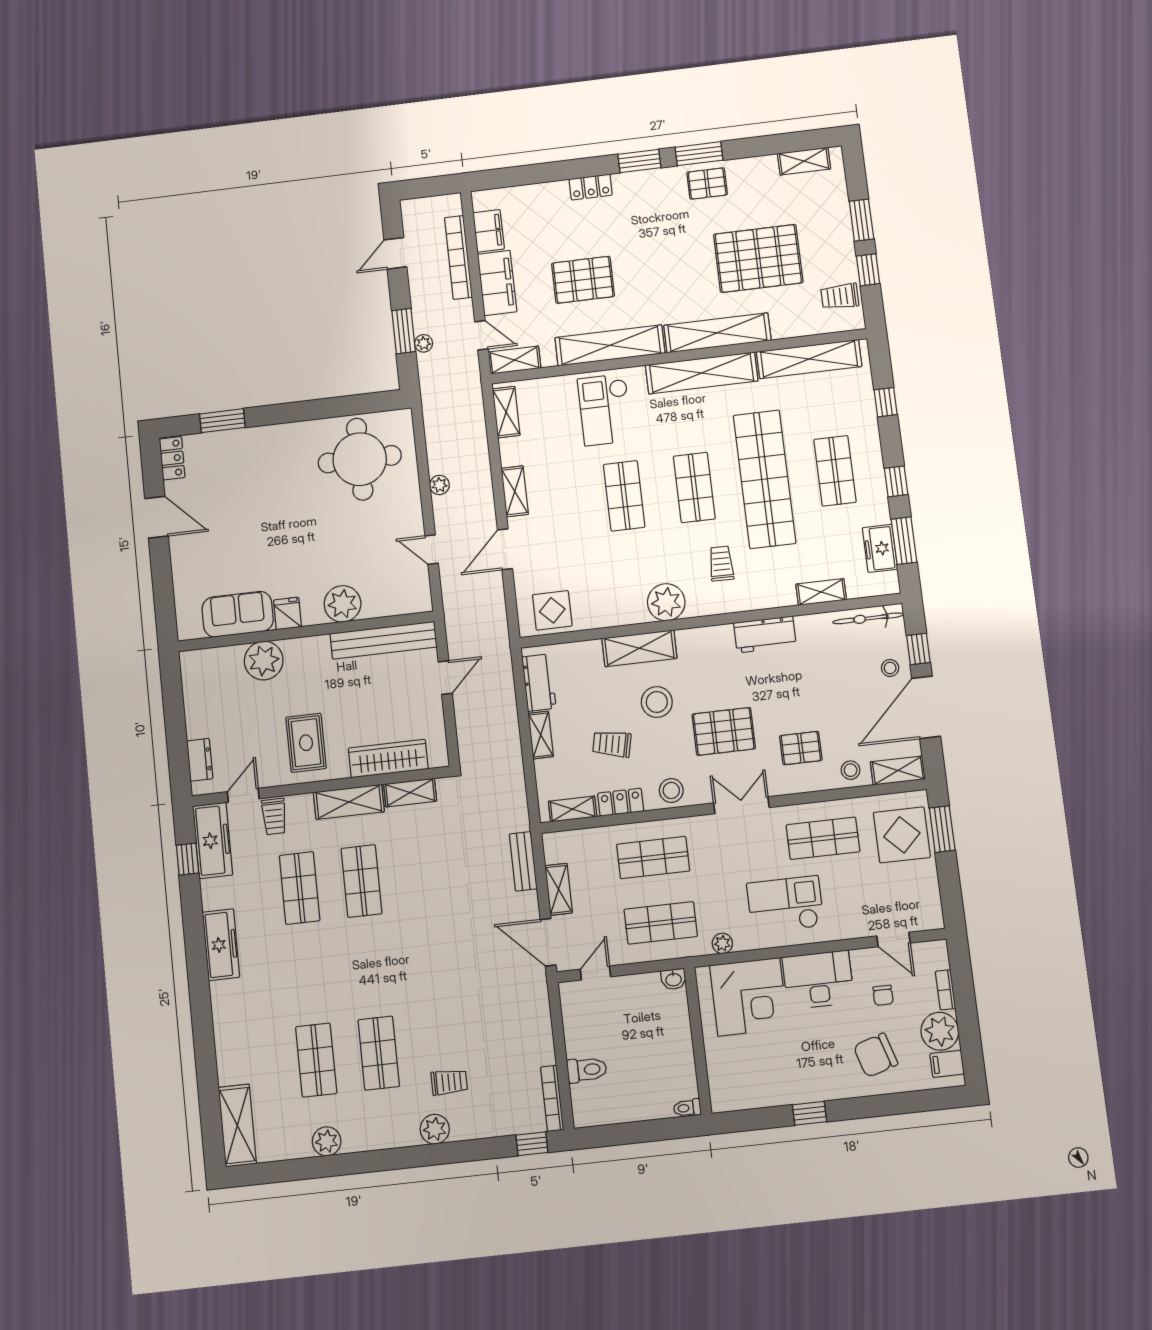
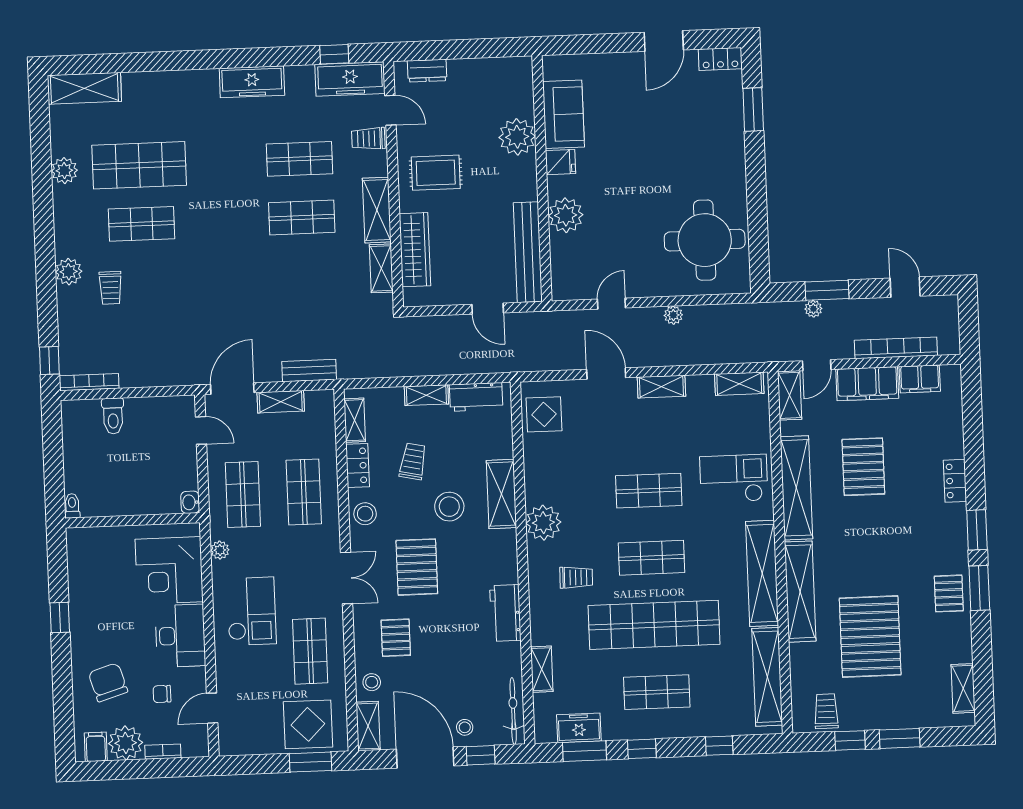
shop shelf: (316, 1060) -> (139, 165), width x1.43, depth x1.36

